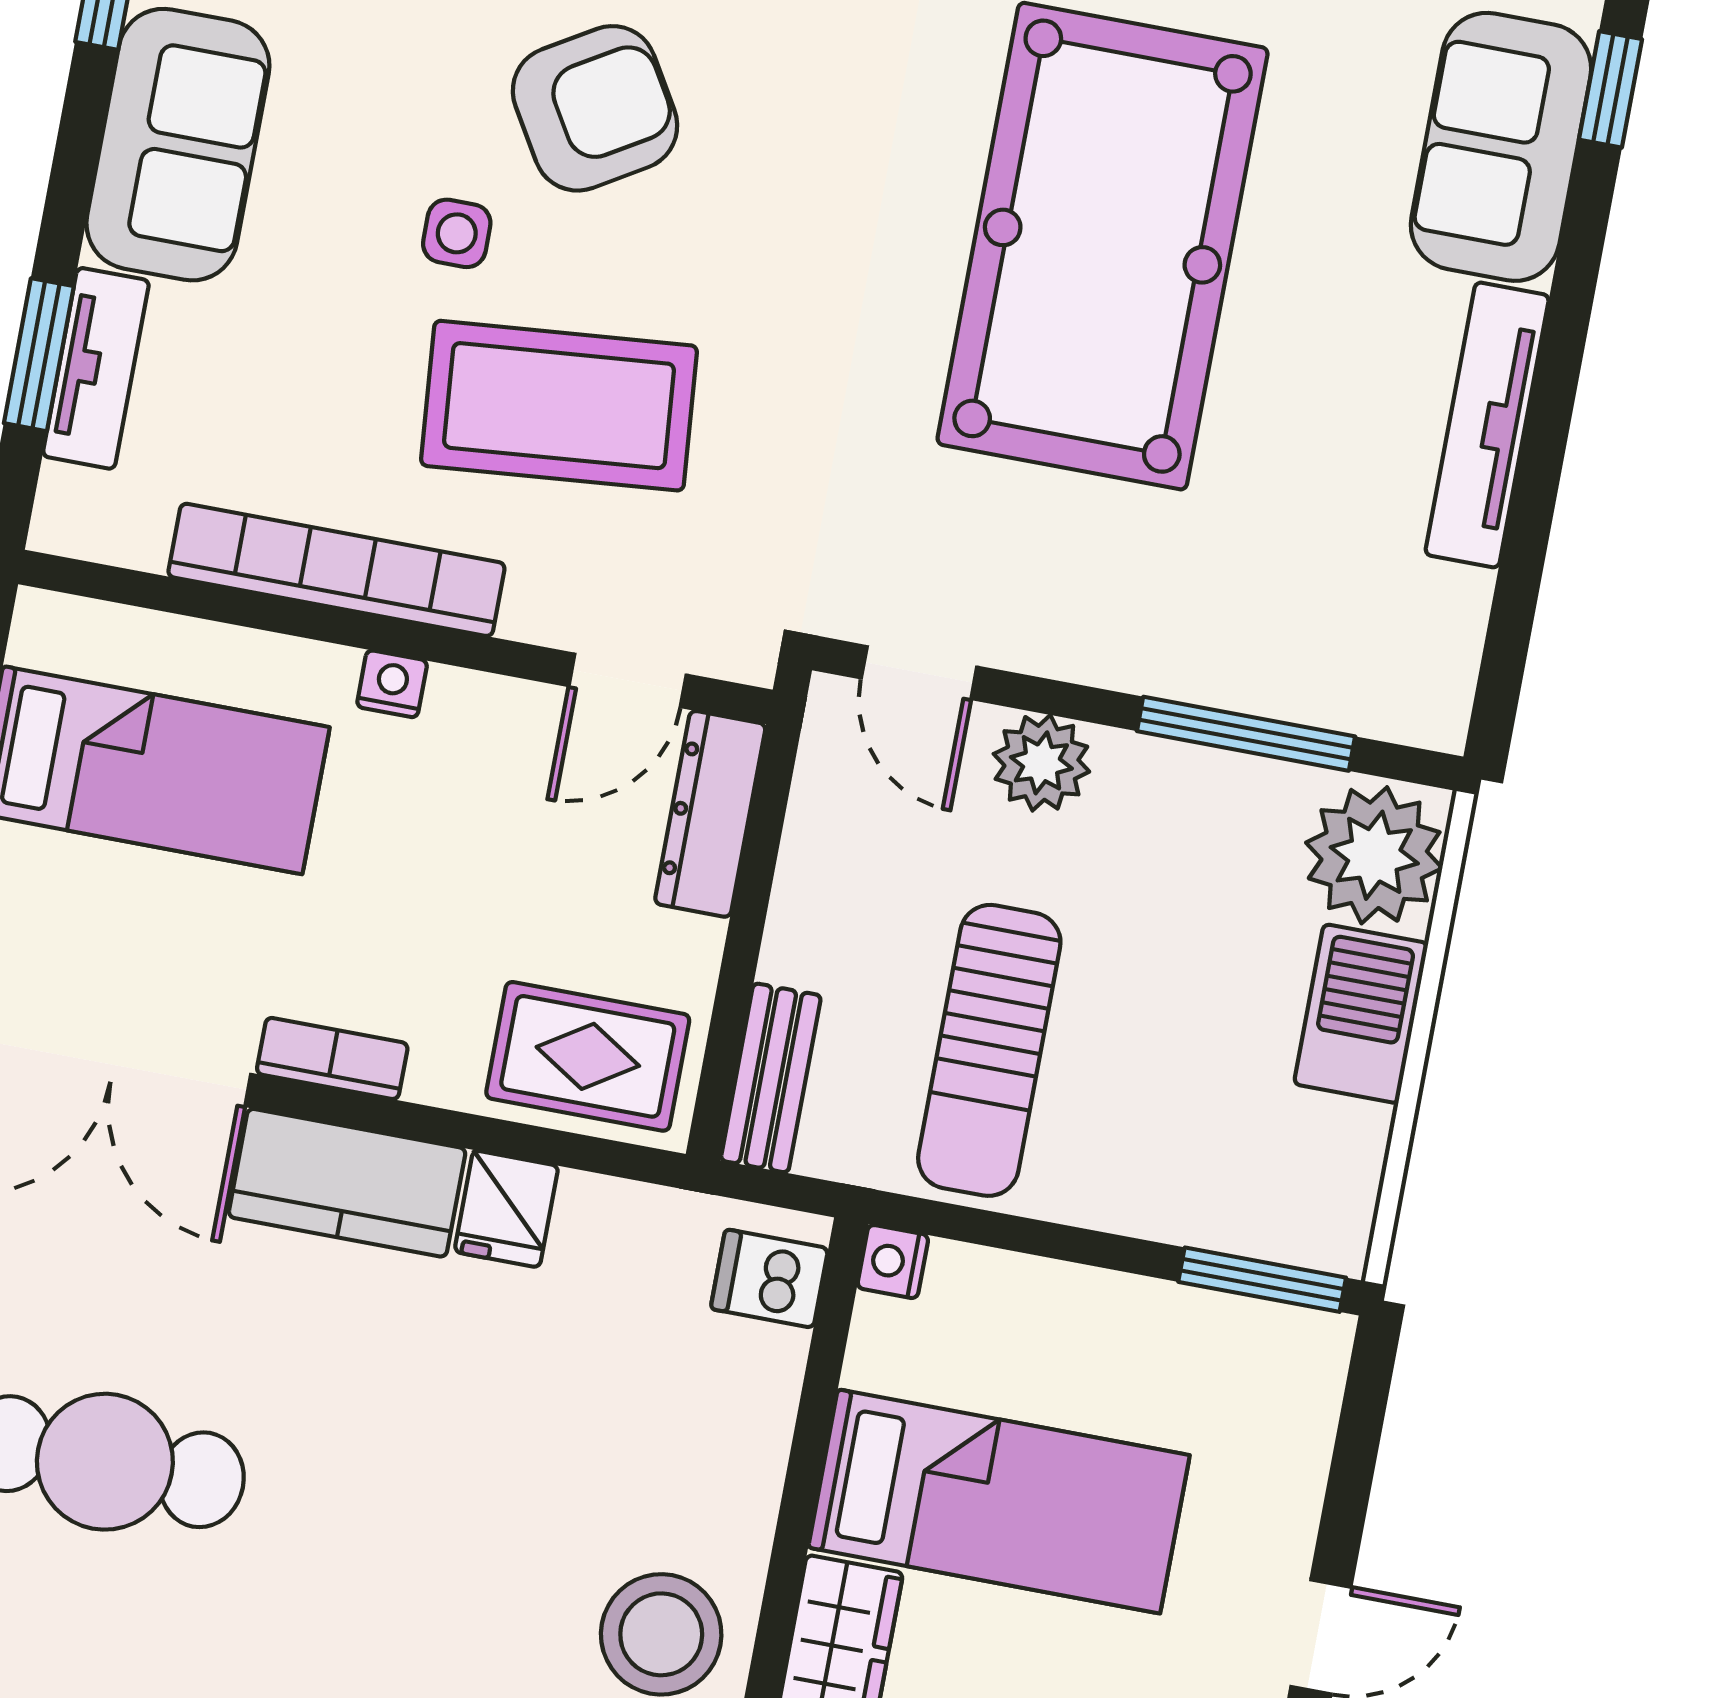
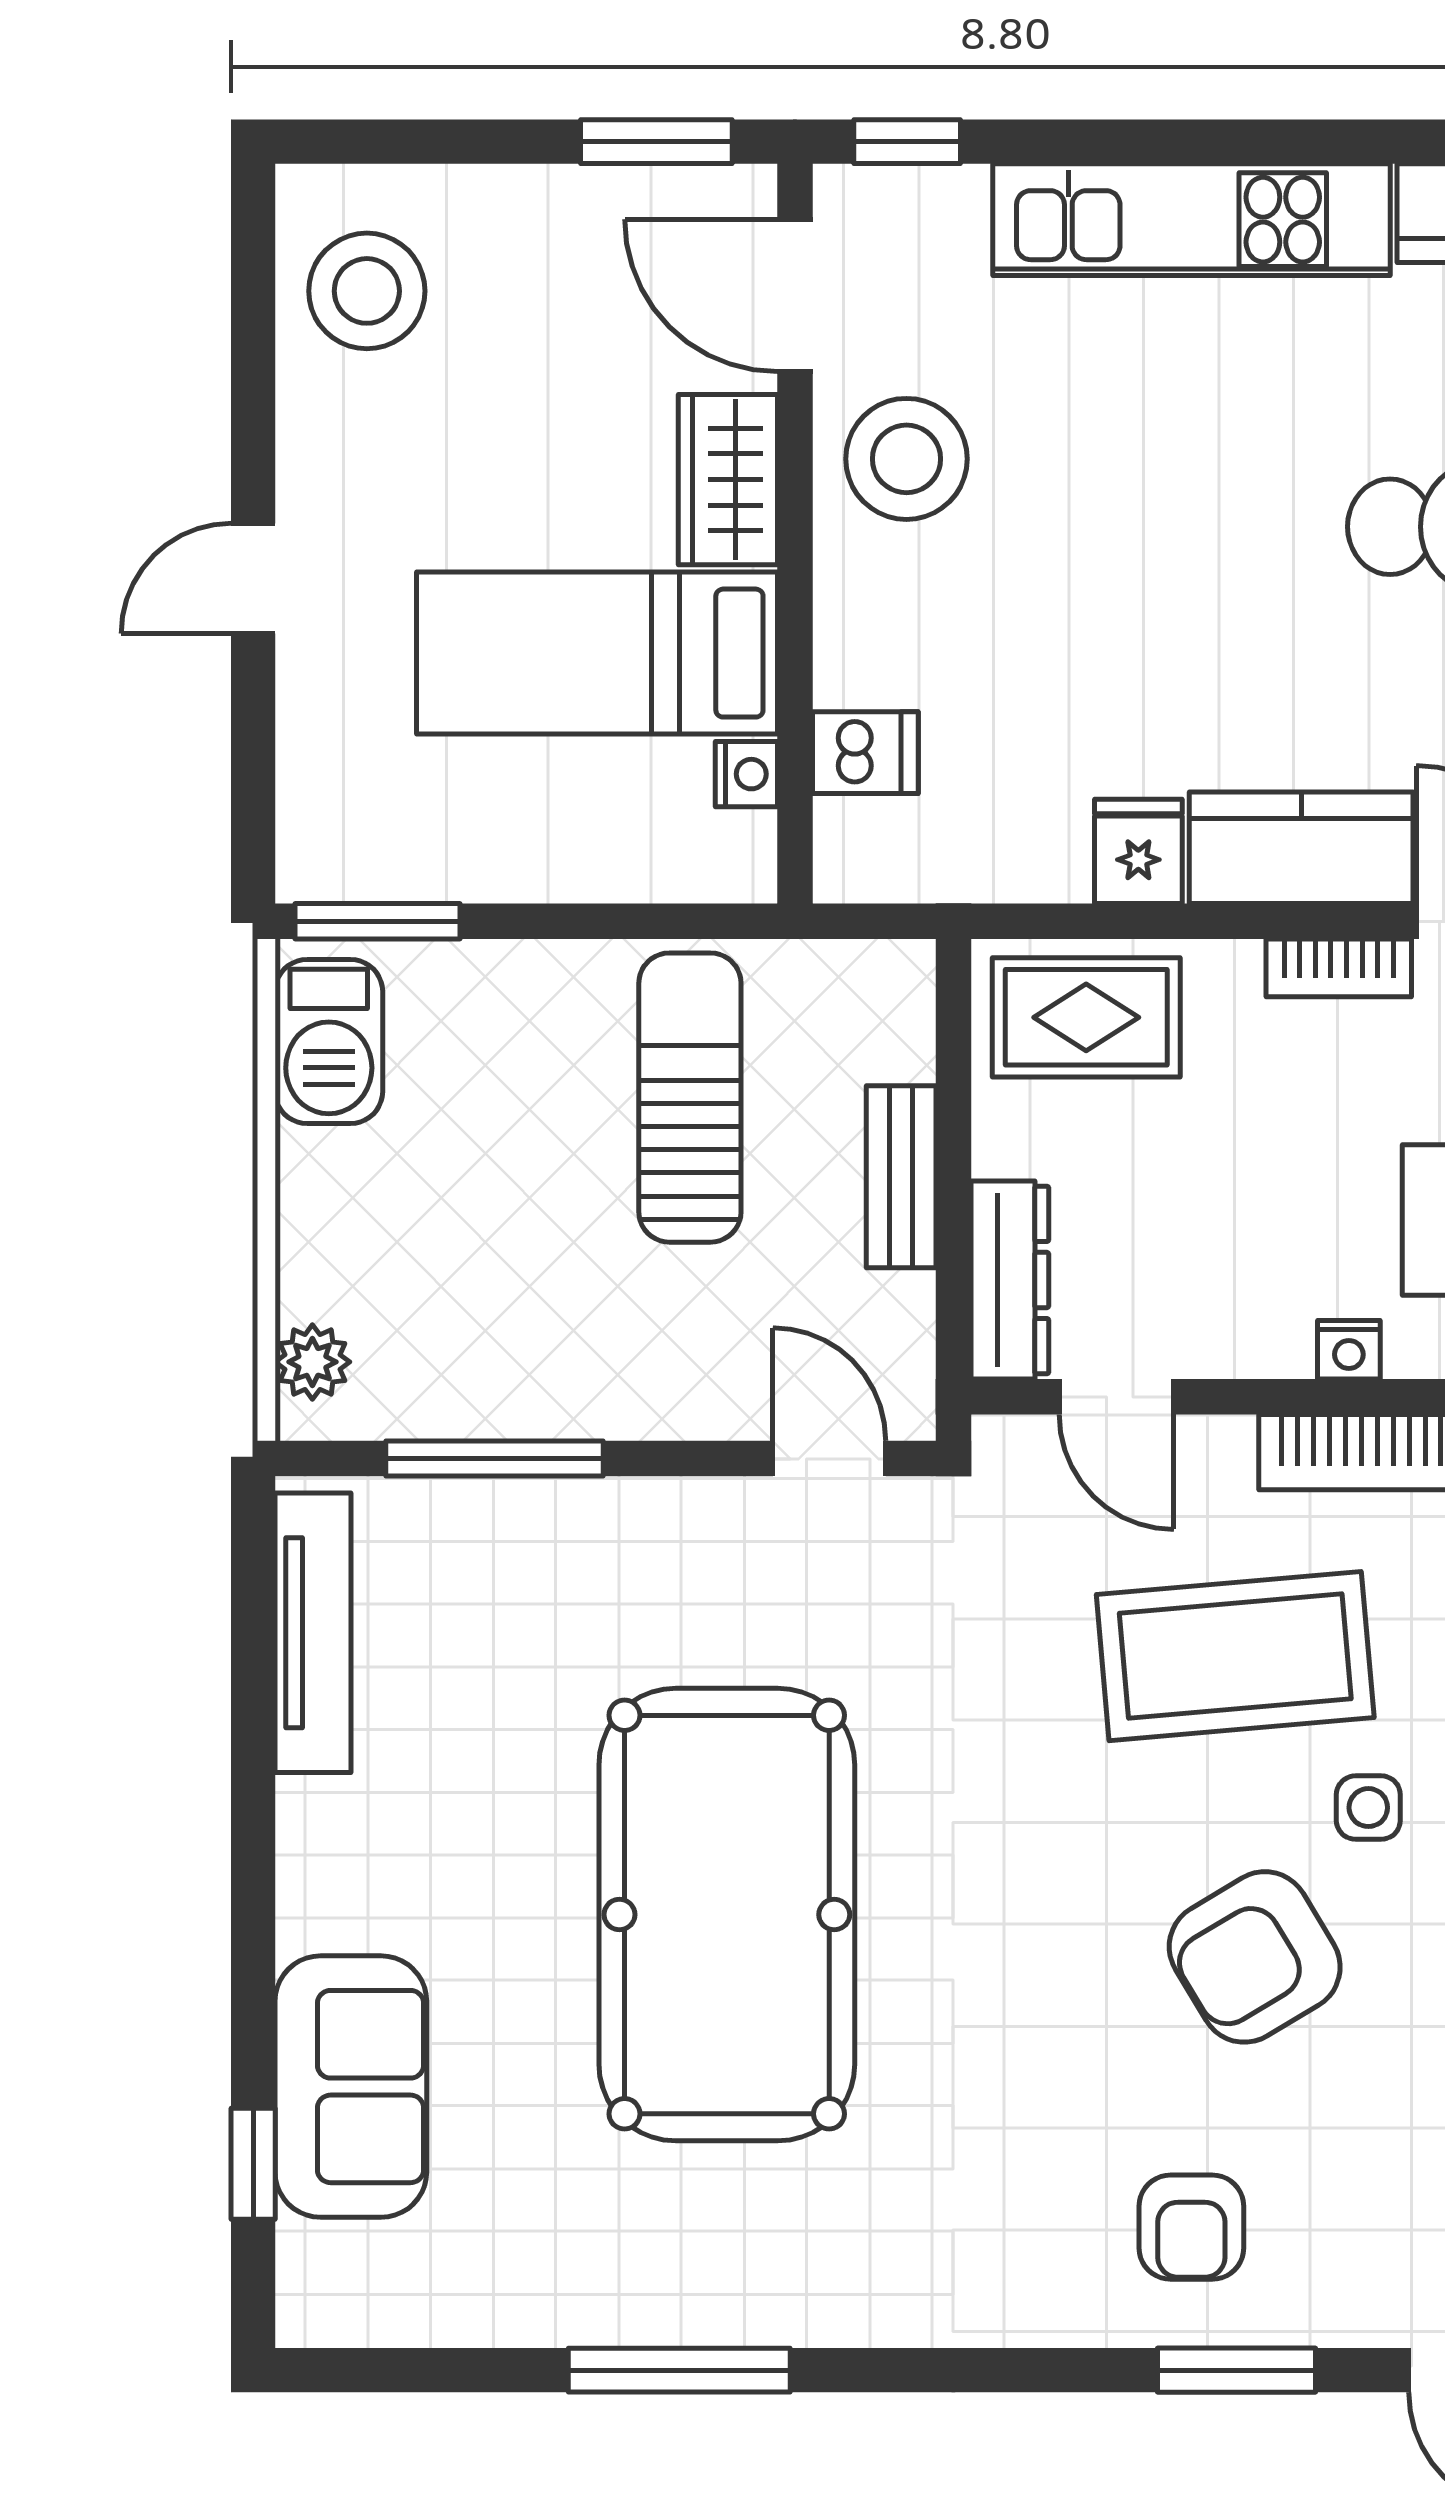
tv unit: (1487, 425) -> (313, 1633), moved
door: (628, 680) -> (1116, 1397), swing flipped
plant: (1041, 763) -> (692, 1392), removed
plant: (1374, 855) -> (312, 1362), width x0.53, depth x0.53
barbecue: (1361, 1014) -> (329, 1041), moved
bench: (771, 1078) -> (901, 1177), moved
nightstand: (893, 1262) -> (746, 774), moved
dishwasher: (769, 1279) -> (865, 753), moved

